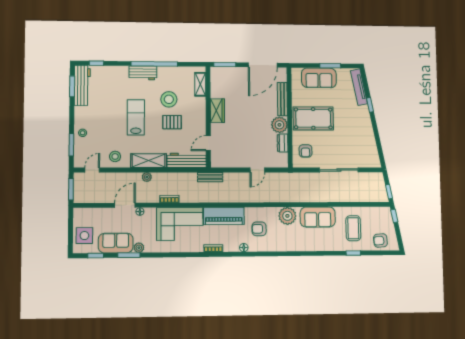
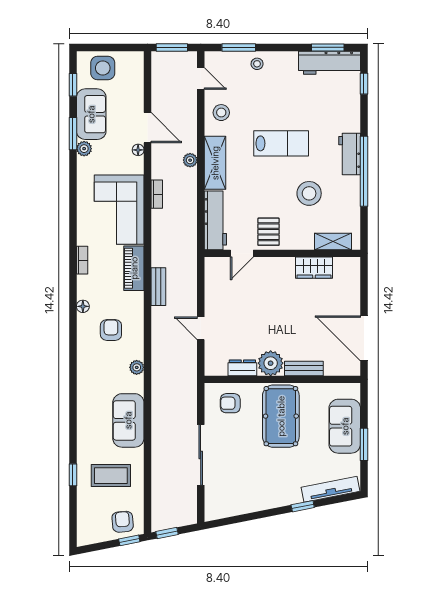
window: (225, 65) -> (364, 279), removed
bench: (282, 99) -> (304, 368), width x0.73
wardrobe: (217, 111) -> (314, 268), moved
pallet: (172, 122) -> (269, 232), moved
door: (208, 143) -> (242, 253), swing flipped
bench: (210, 177) -> (158, 287), moved
piano: (224, 216) -> (134, 268), width x0.73, depth x0.75
plant: (287, 216) -> (137, 367), width x0.53, depth x0.53
armchair: (380, 241) -> (123, 522), moved

